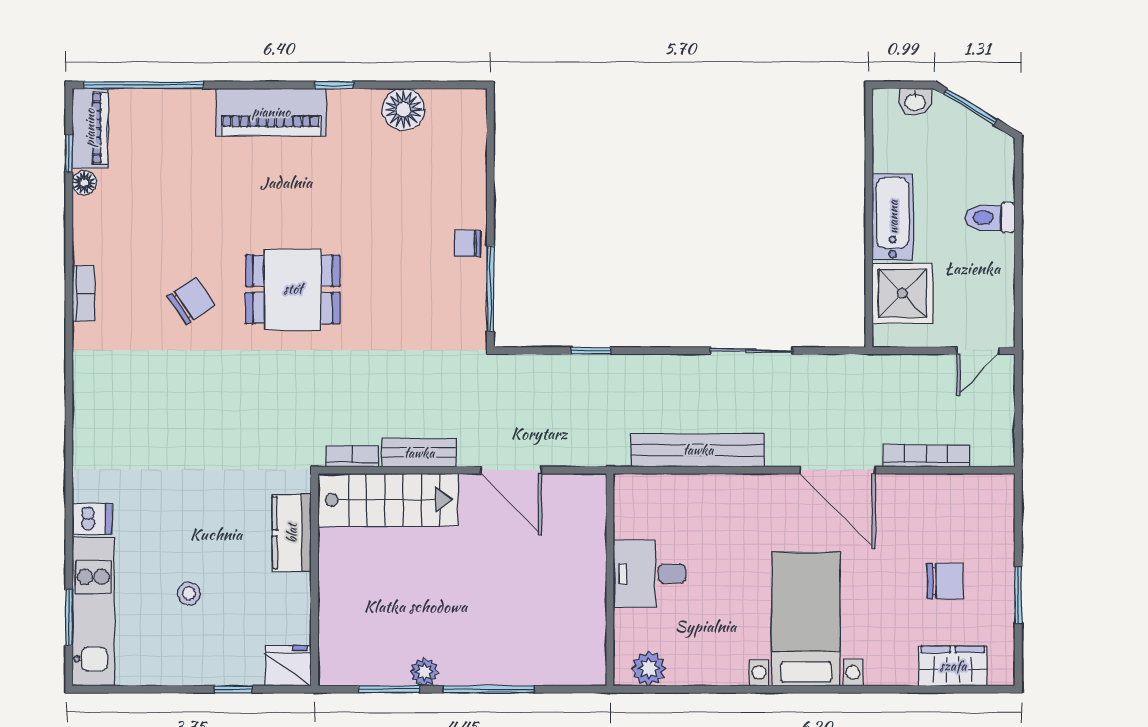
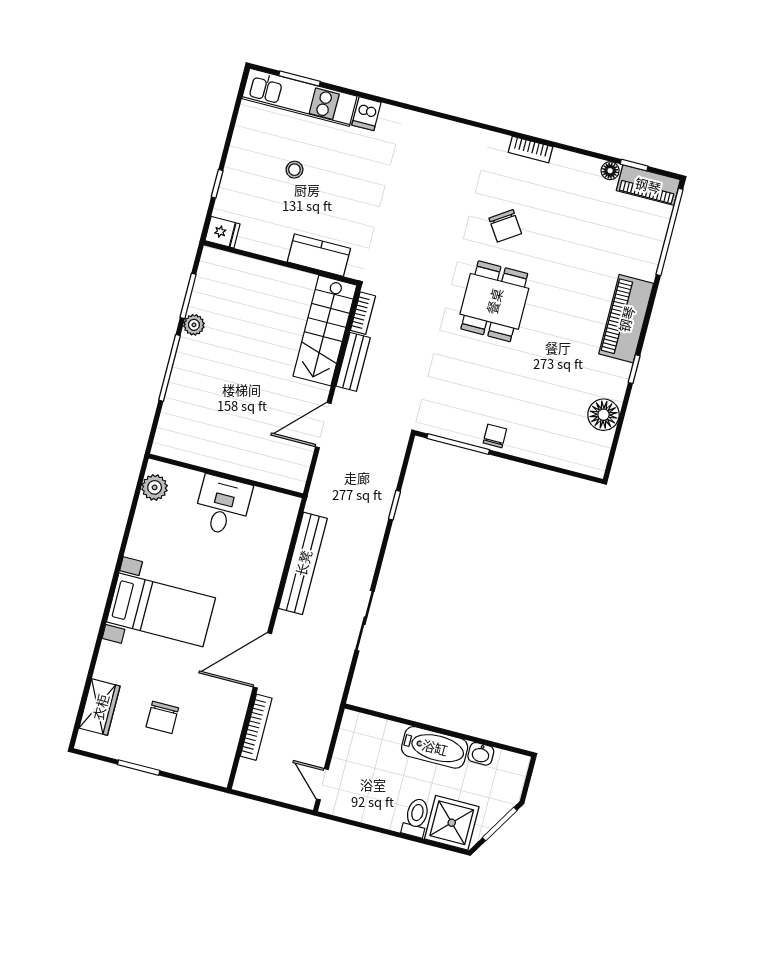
washbasin: (915, 102) -> (481, 754), moved, turned -90
shower: (902, 293) -> (452, 823), moved
fridge: (288, 666) -> (223, 232), width x0.72

